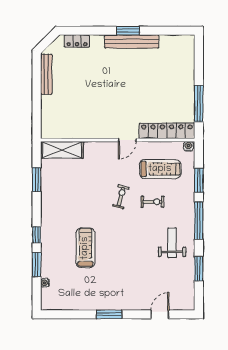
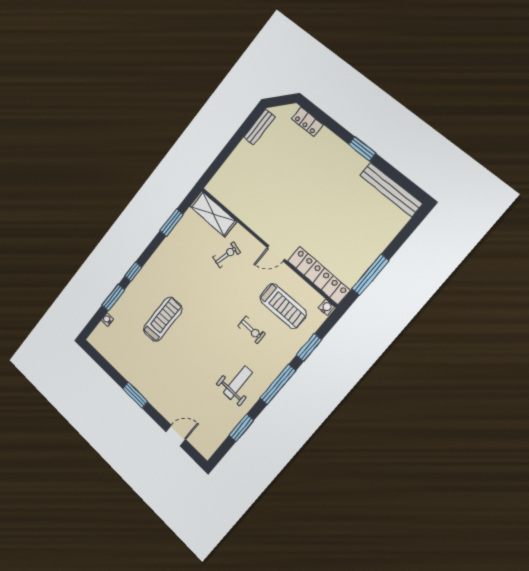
bench: (132, 41) -> (391, 190), moved
bench: (46, 74) -> (259, 127), width x0.73
exercise bike: (121, 197) -> (227, 255), moved

